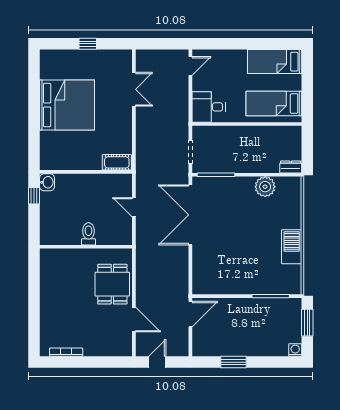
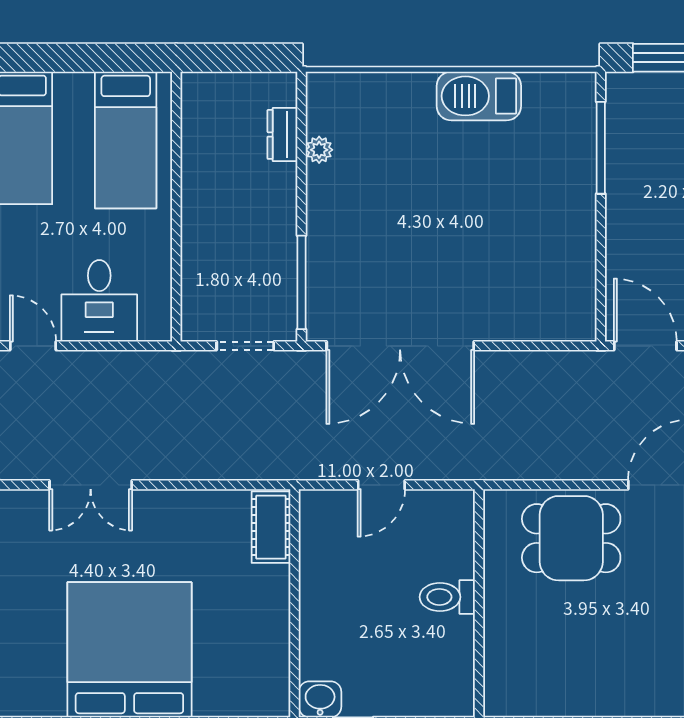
double door: (134, 89) -> (91, 485), swing flipped
desk: (209, 107) -> (99, 301), moved
dresser: (291, 167) -> (282, 134), moved
plant: (265, 187) -> (319, 150), width x0.53, depth x0.53

